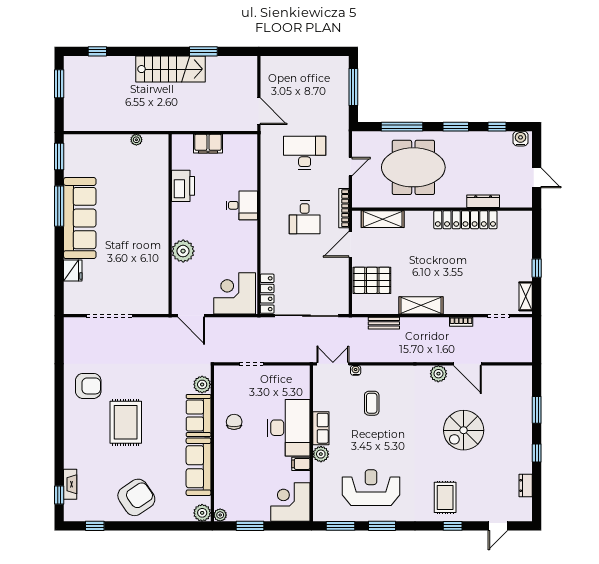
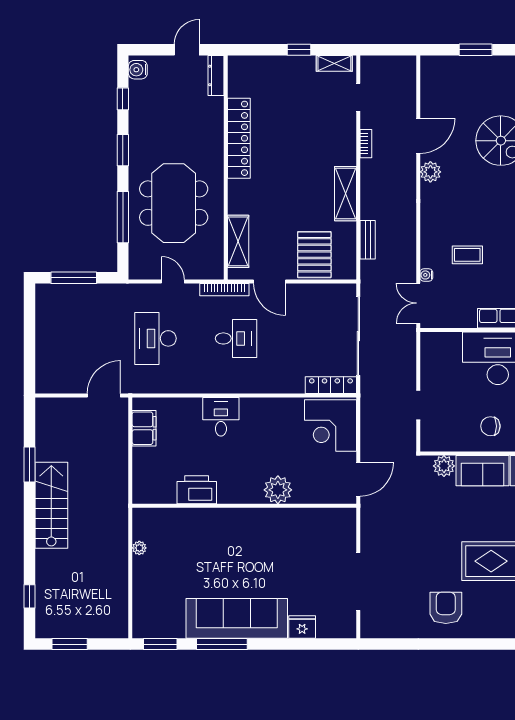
filing cabinet: (208, 144) -> (144, 428), moved
dresser: (483, 201) -> (216, 75), moved

